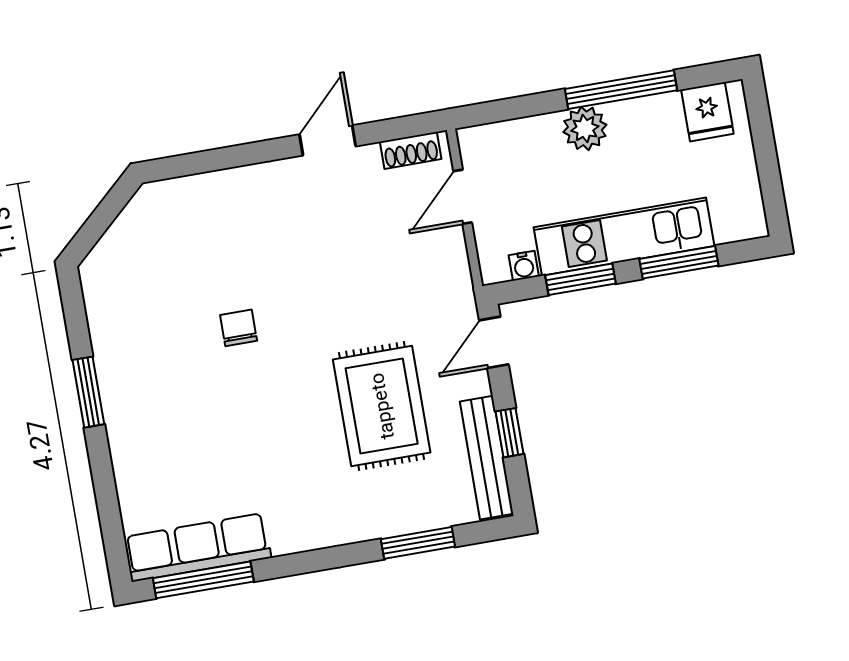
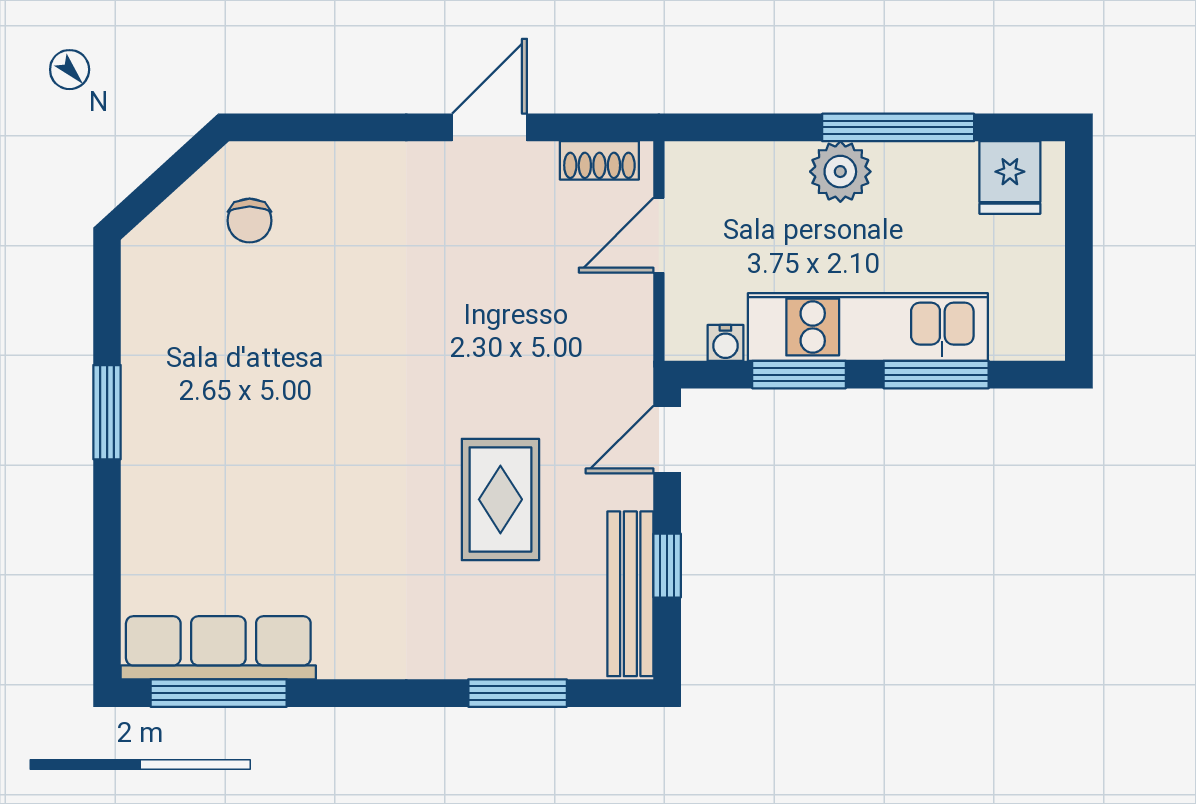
chair: (239, 328) -> (250, 221), moved, turned 180
rug: (382, 406) -> (500, 499), width x0.73, depth x0.70

